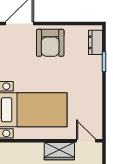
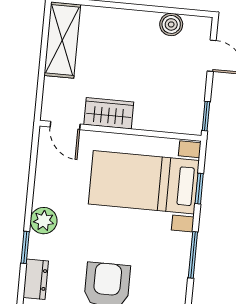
plant: (94, 80) -> (44, 221), added

